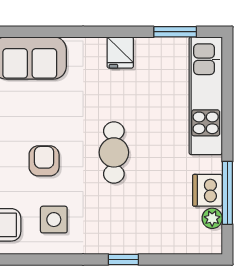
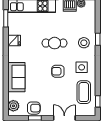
stool: (115, 225) -> (84, 43), added

